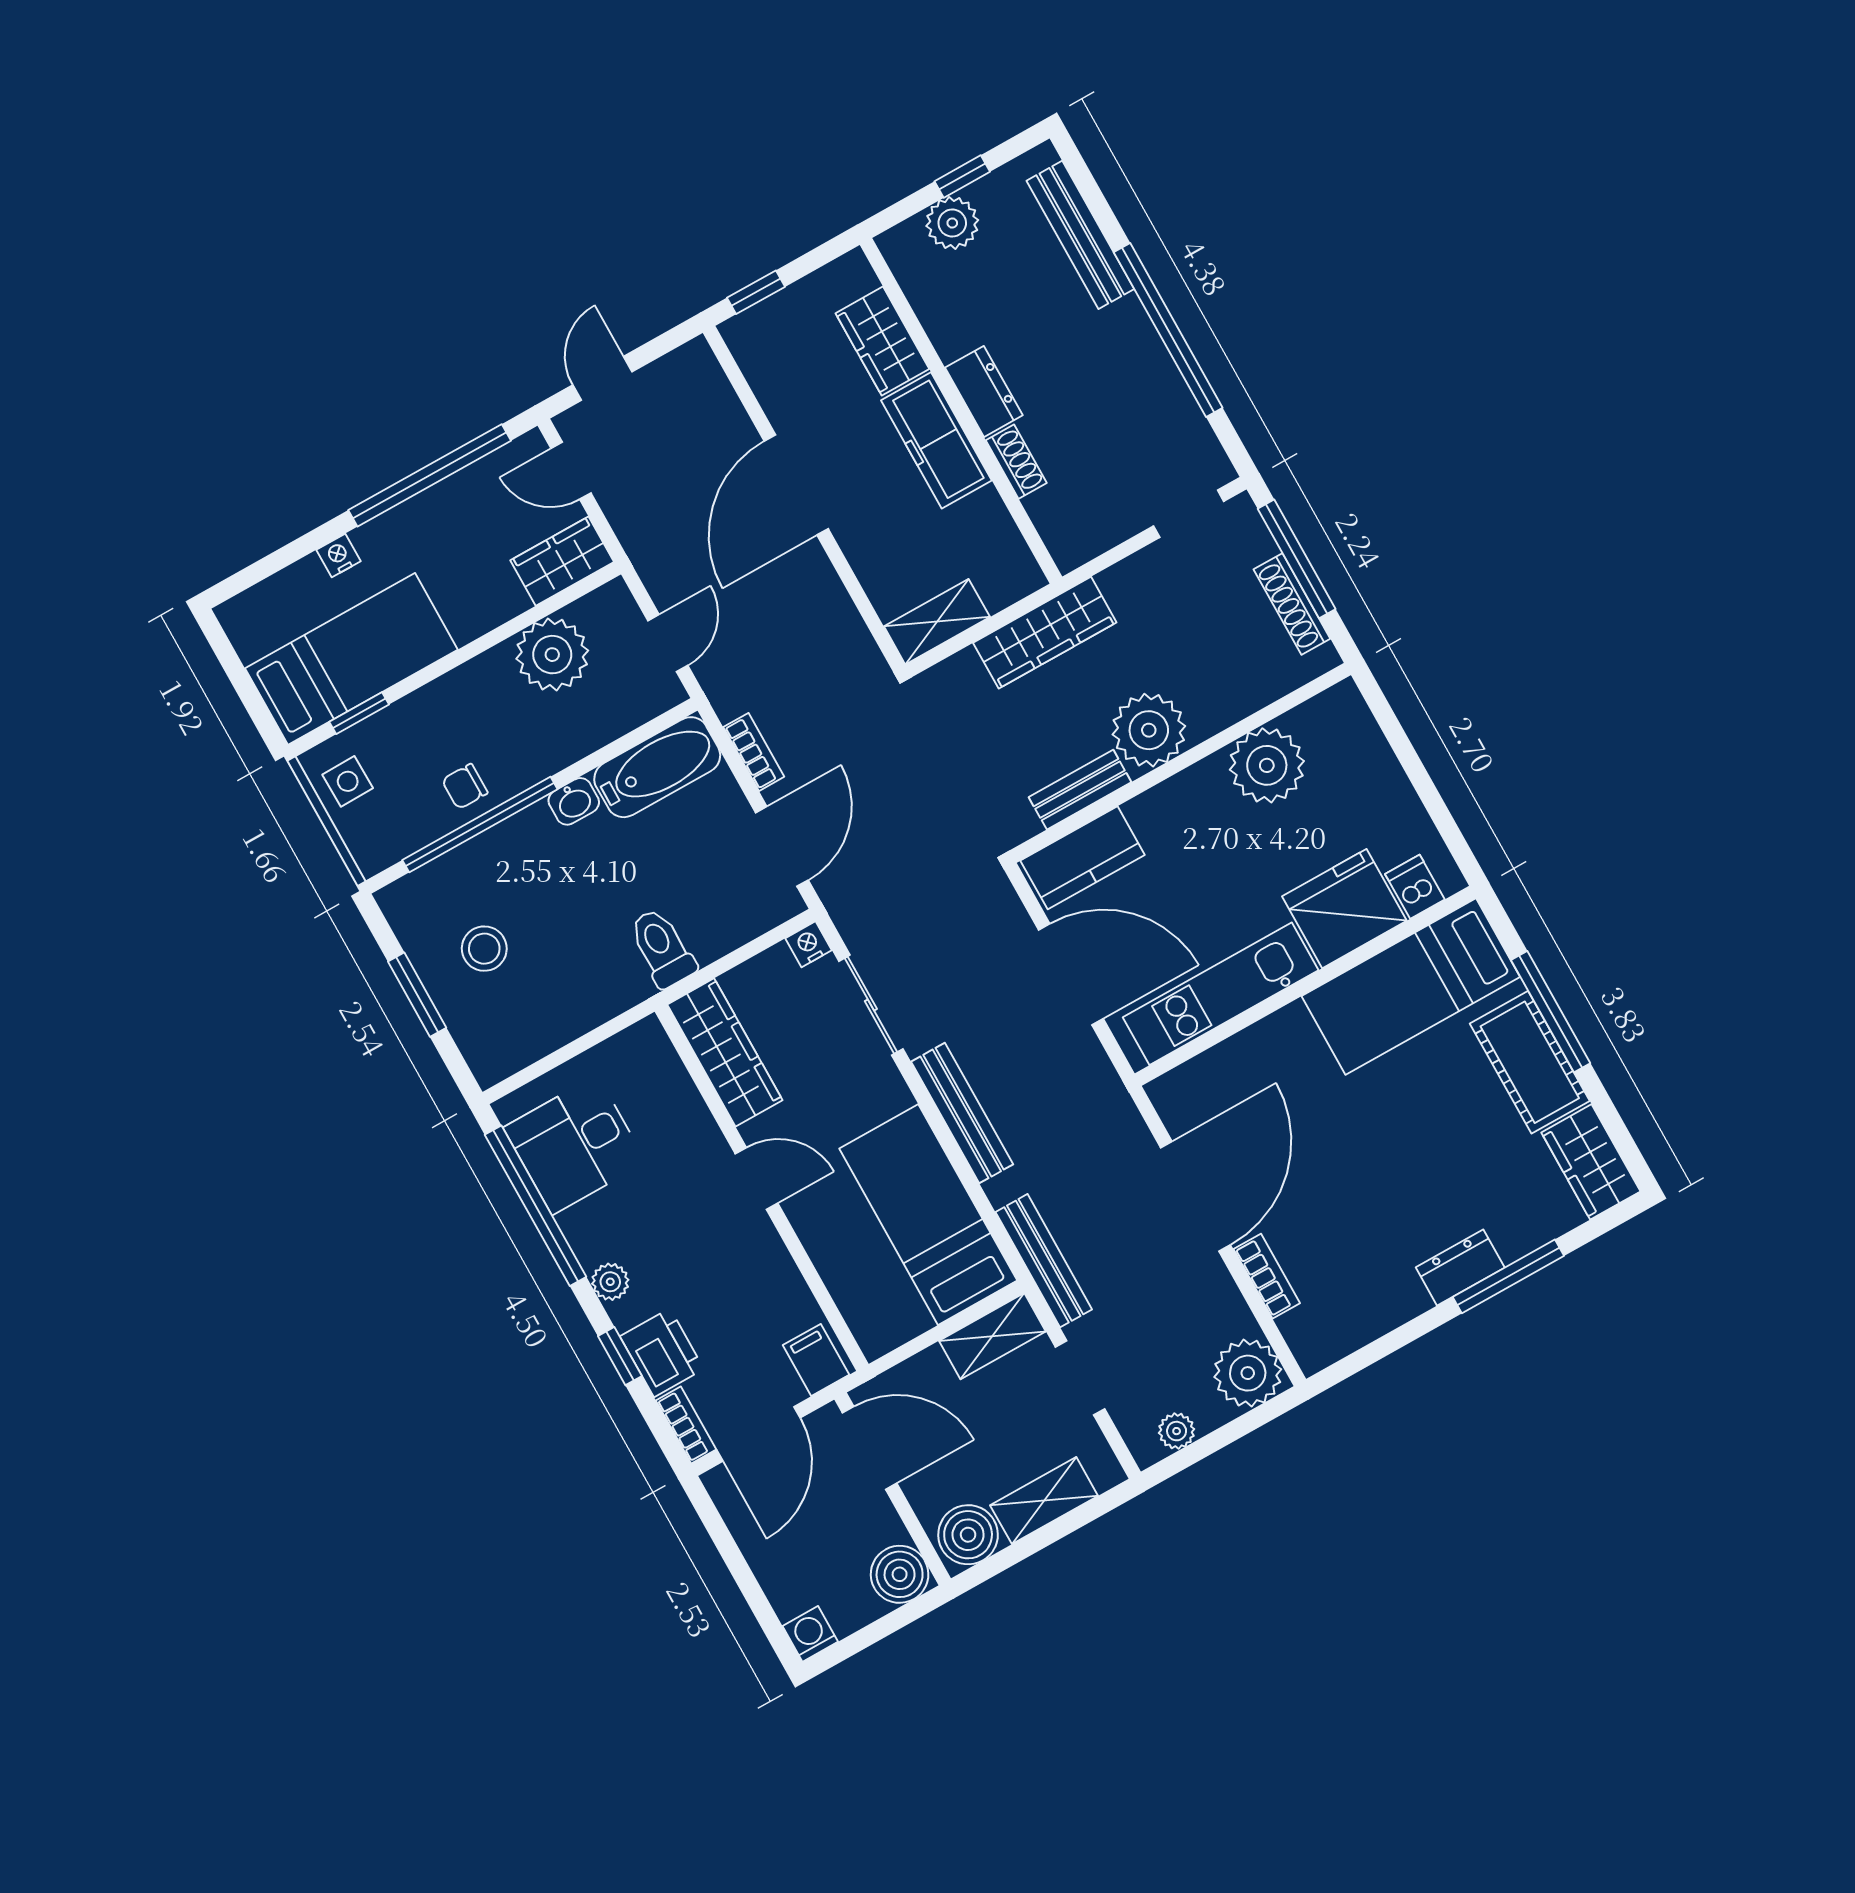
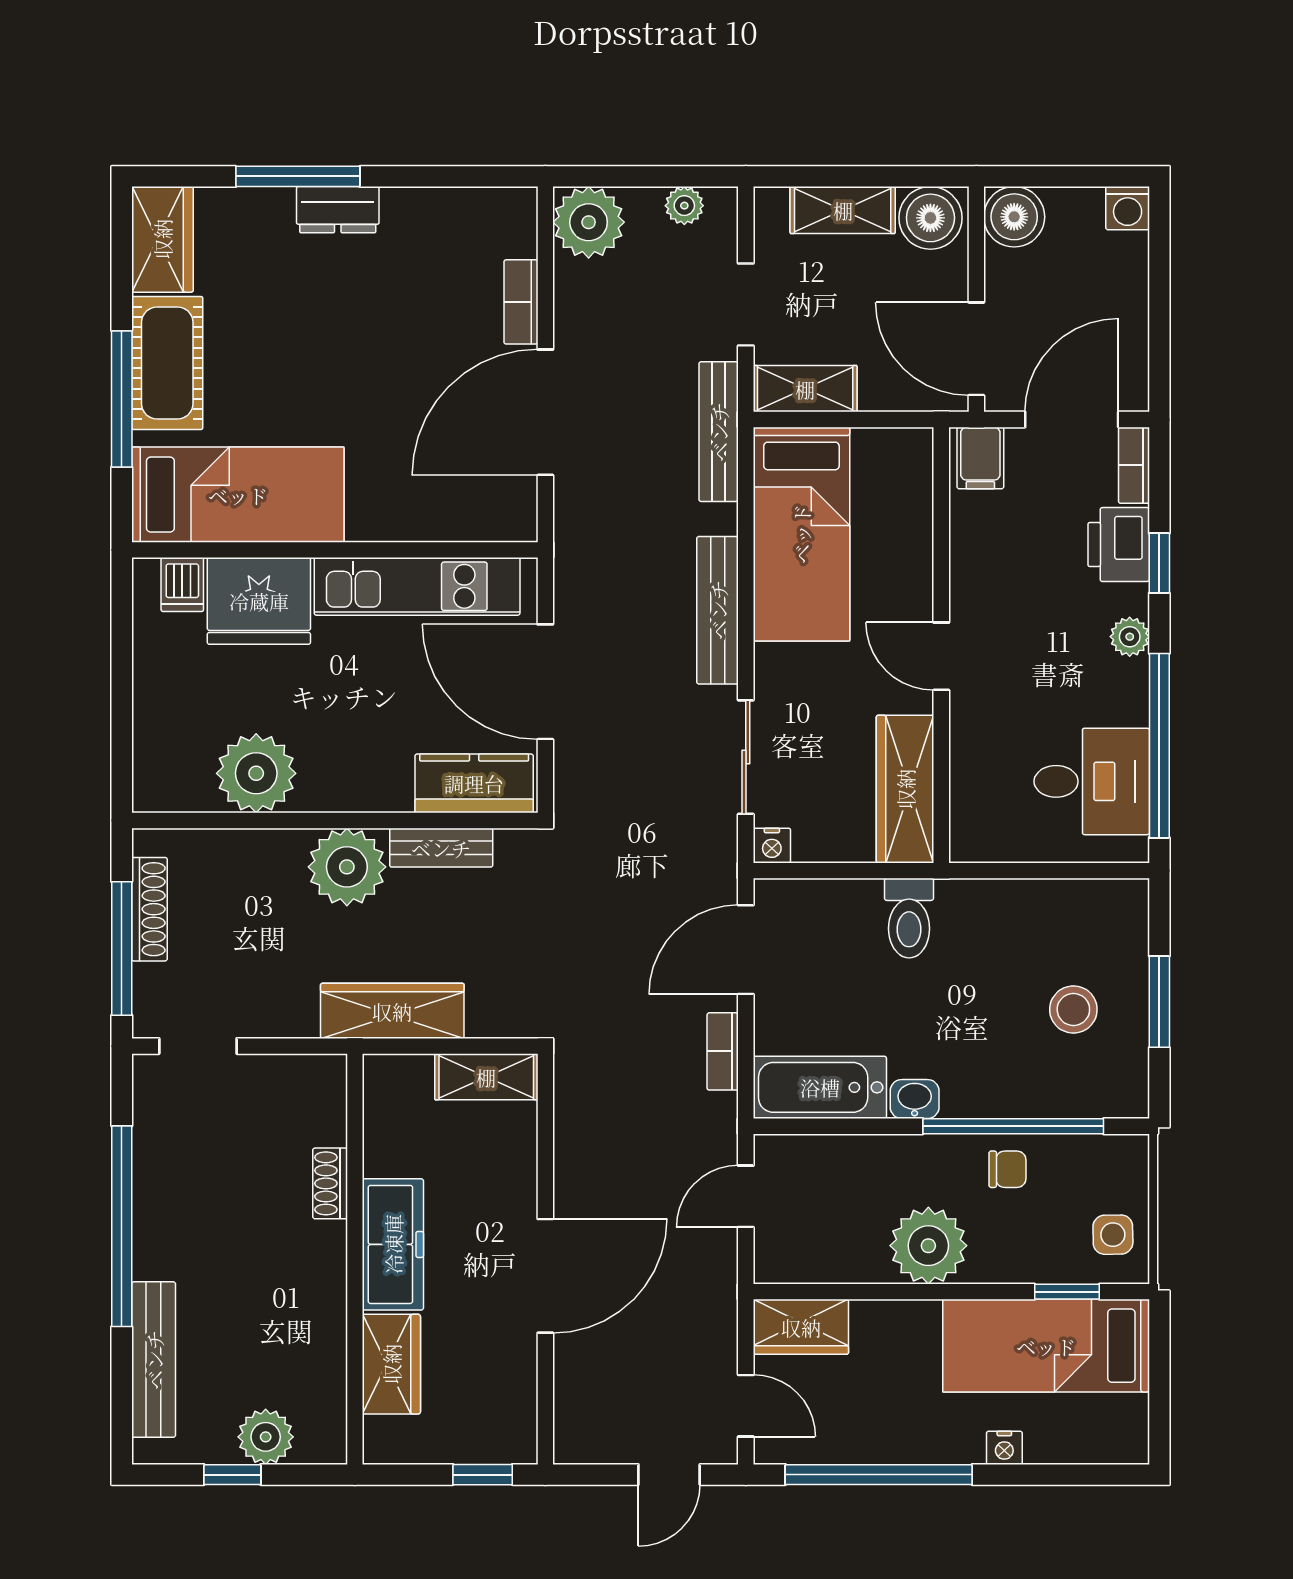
dresser: (984, 391) -> (324, 1265), removed
plant: (552, 655) -> (928, 1246), moved

